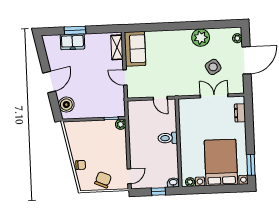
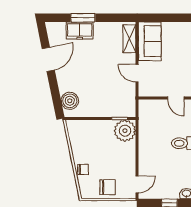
door: (49, 82) -> (48, 59), moved
plant: (121, 124) -> (125, 131), width x1.88, depth x1.88
chair: (103, 180) -> (108, 187), turned 67

